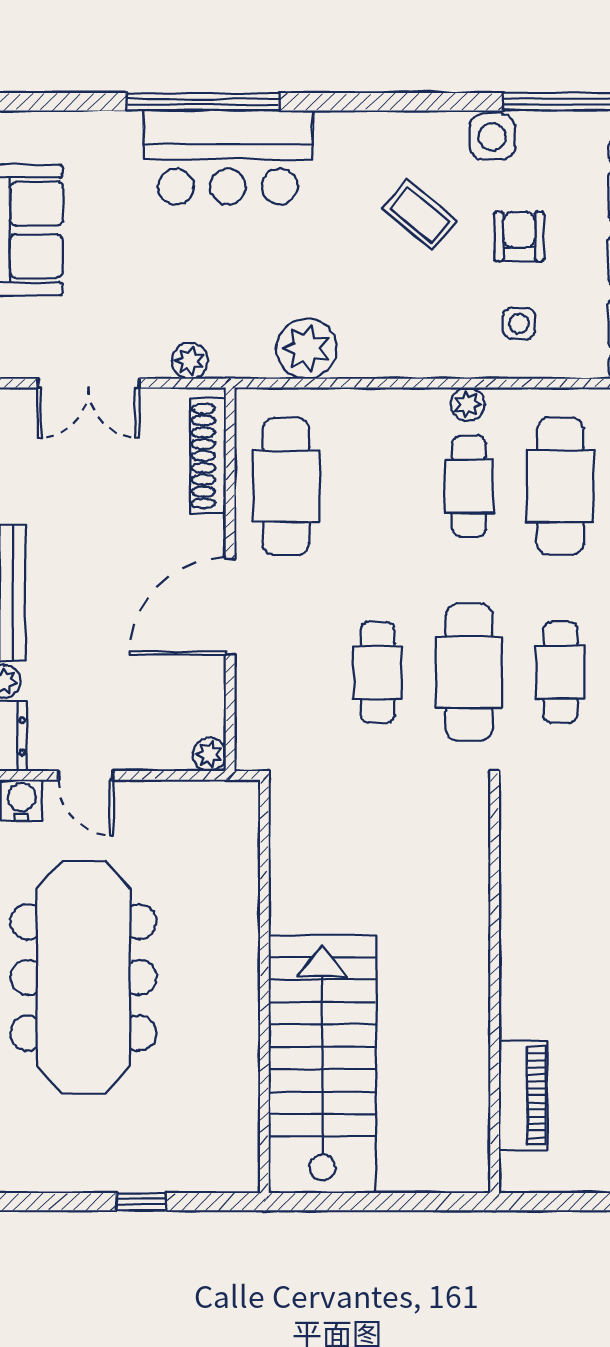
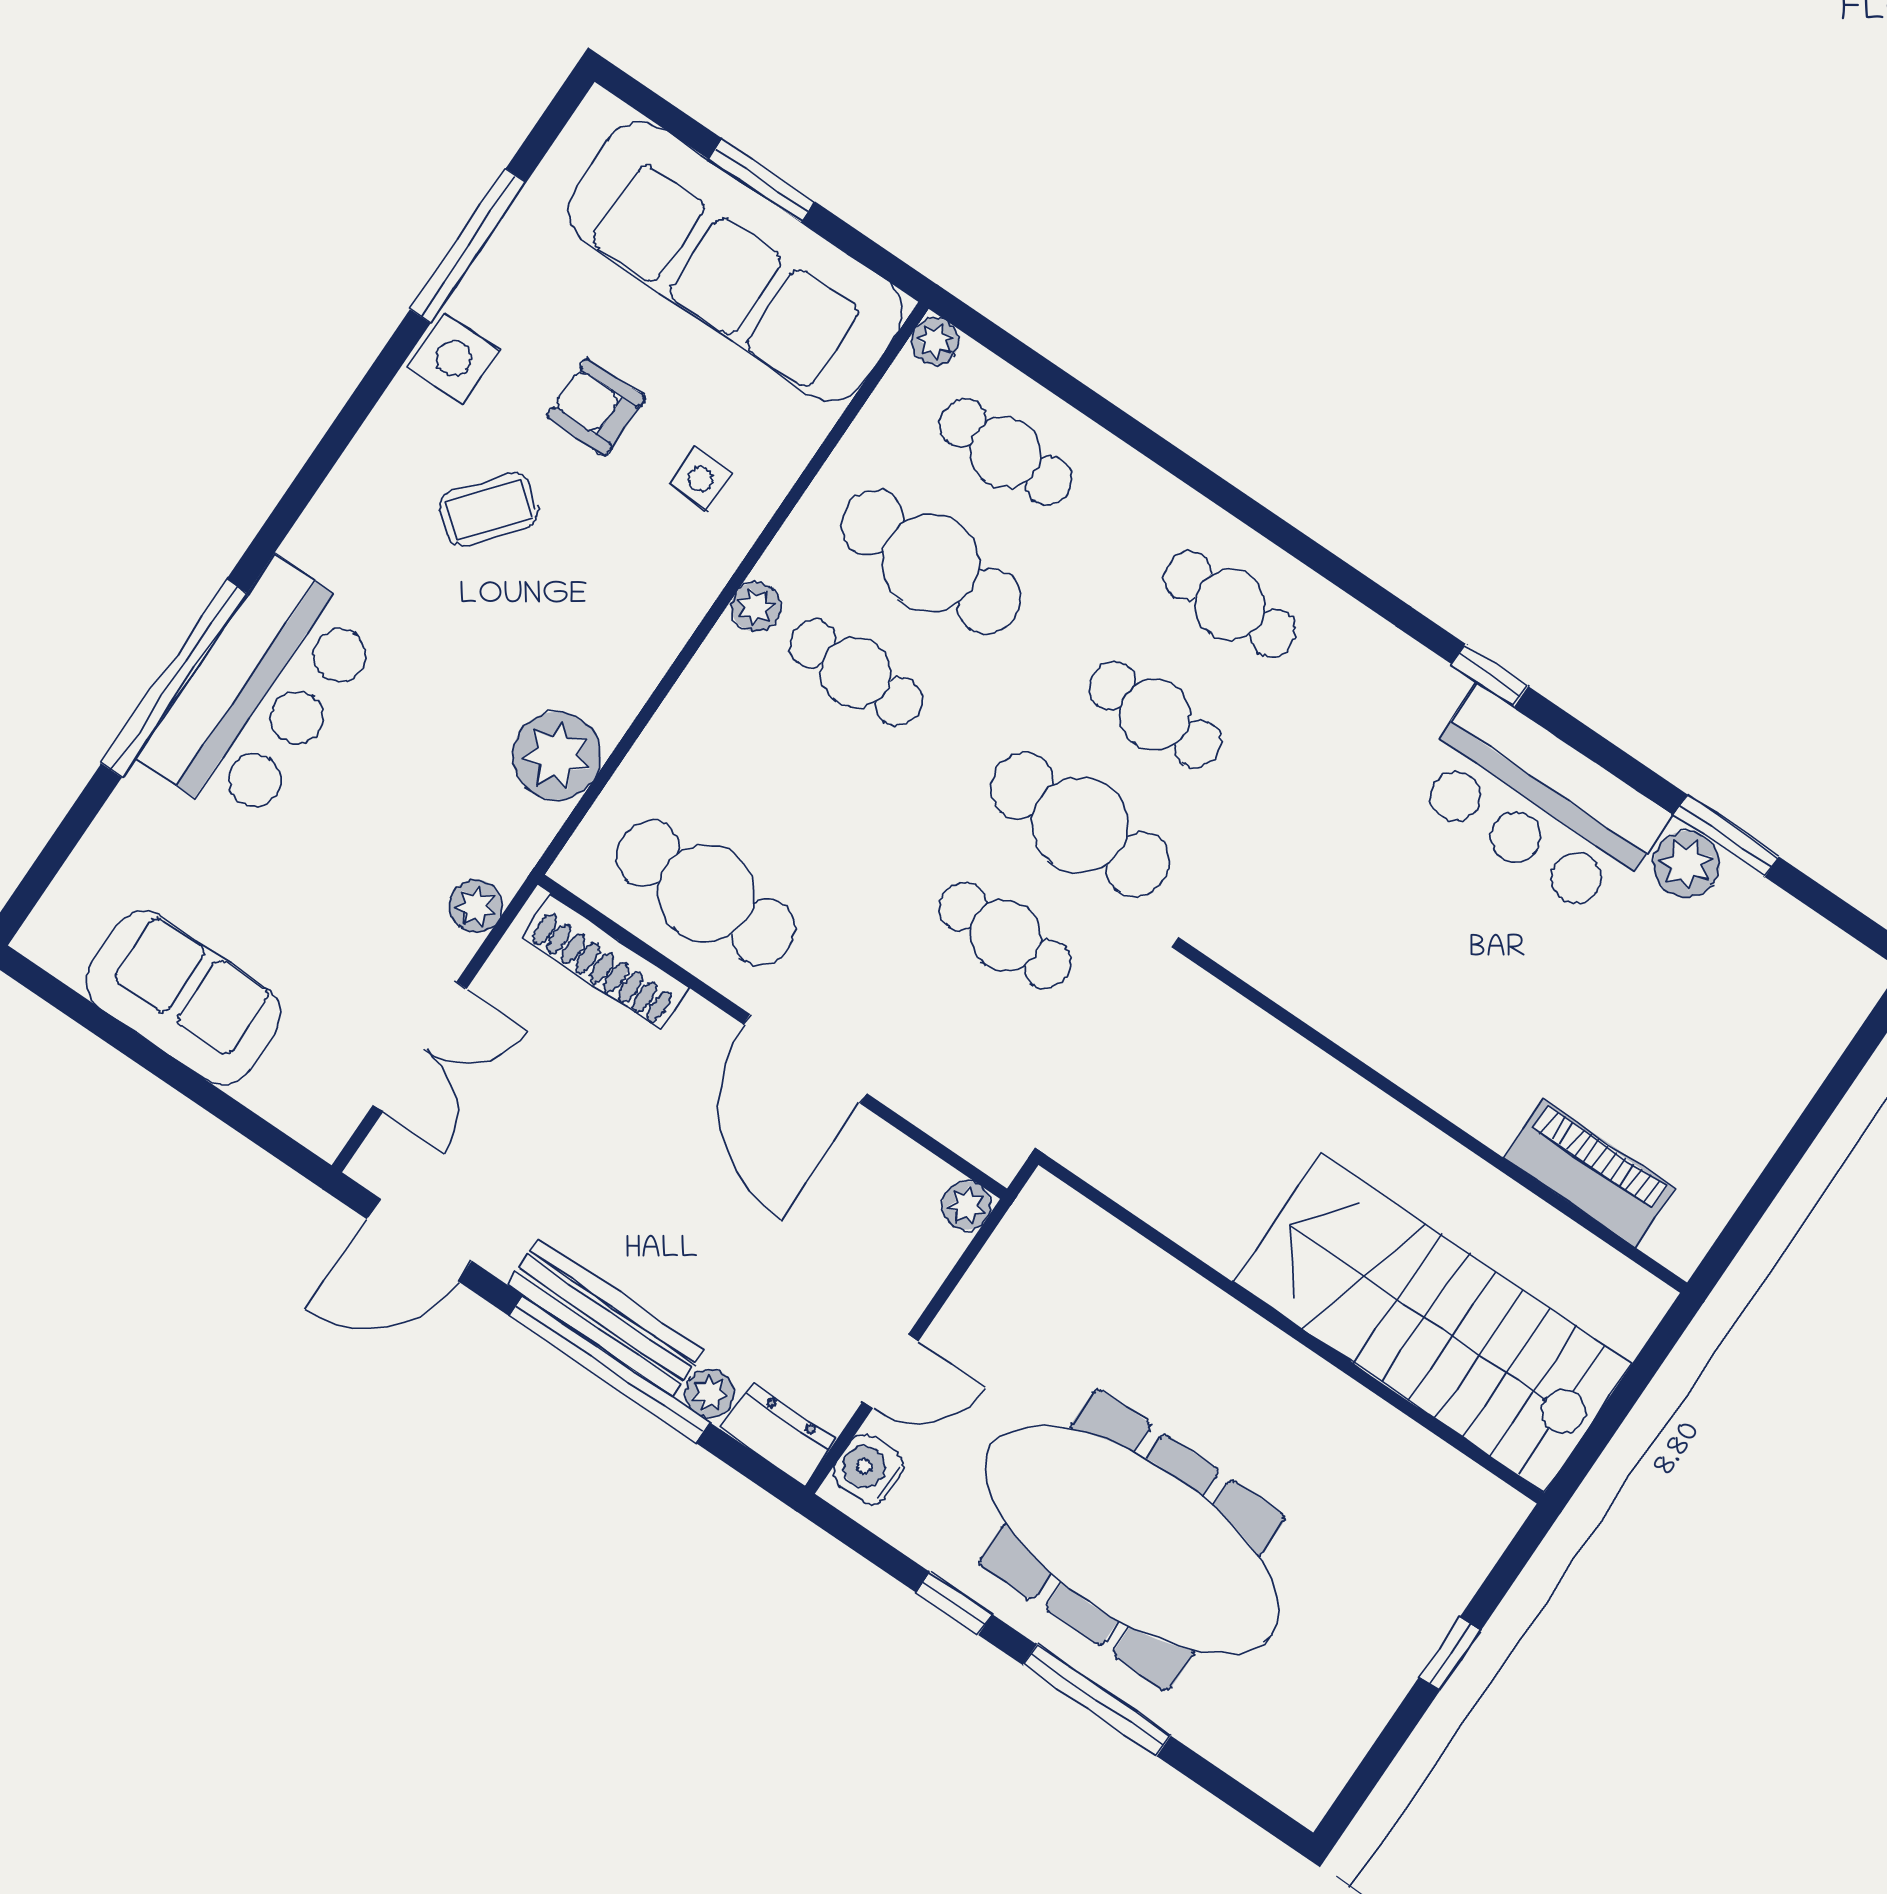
wall: (495, 986) -> (1434, 1118), moved
piano: (523, 1095) -> (1589, 1173), moved

